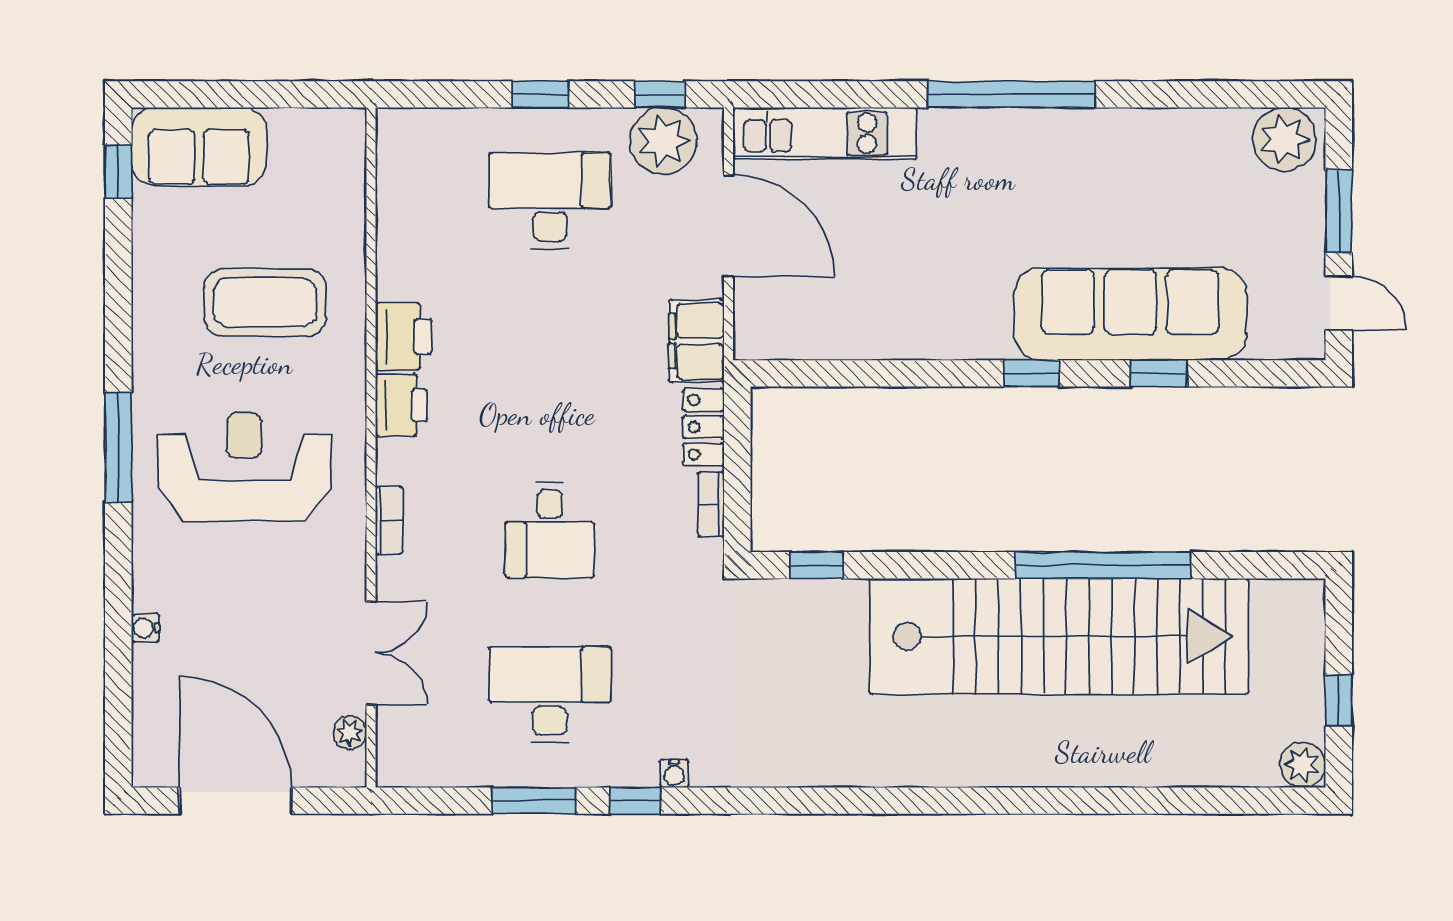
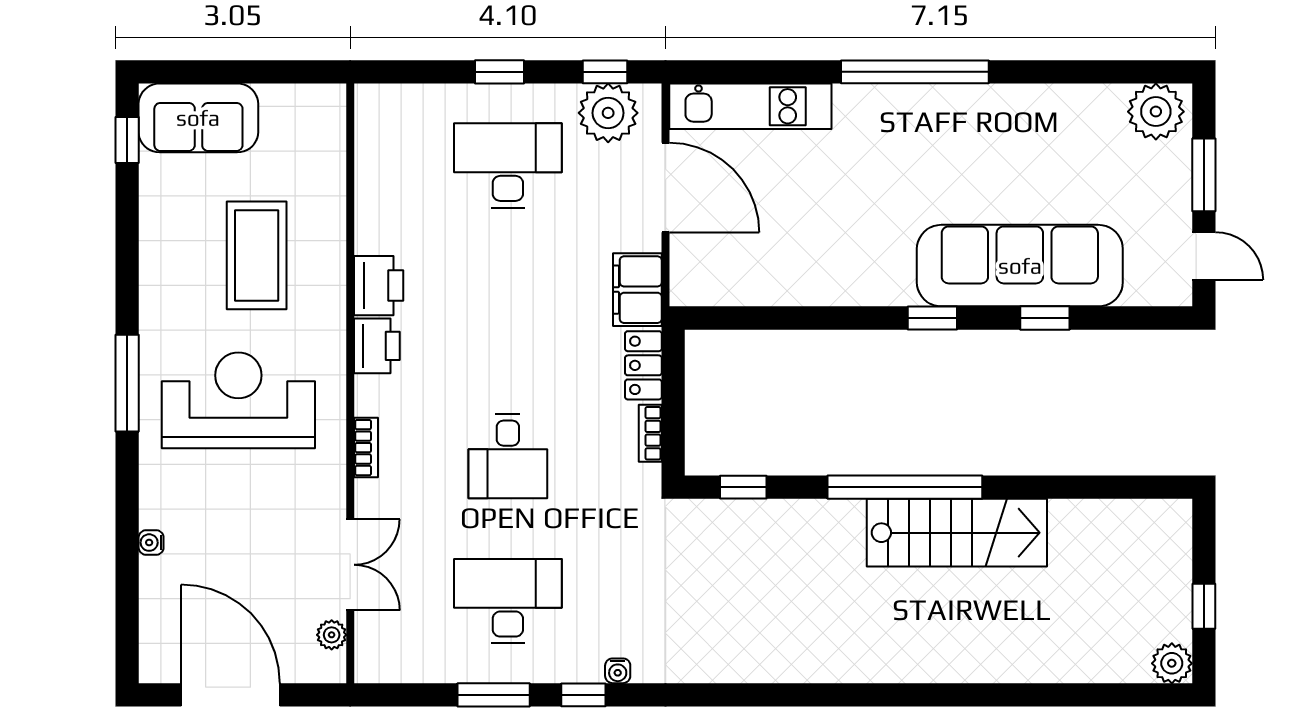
coffee table: (265, 303) -> (257, 255), turned 90
window: (1103, 565) -> (905, 487), moved
stairs: (1059, 636) -> (957, 533), width x0.54, depth x0.66

